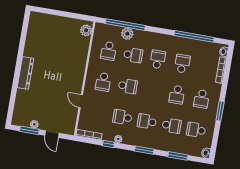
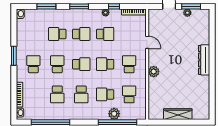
wardrobe: (62, 22) -> (178, 114), added
plant: (86, 30) -> (154, 72), moved
school desk: (196, 130) -> (81, 64), moved

